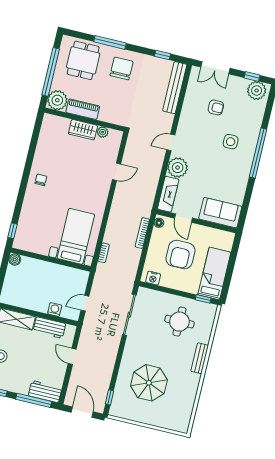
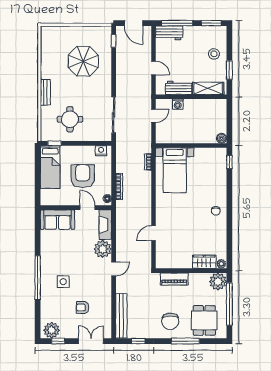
piano: (83, 109) -> (174, 279), moved
wardrobe: (83, 130) -> (204, 262), moved
plant: (103, 132) -> (221, 264), moved

